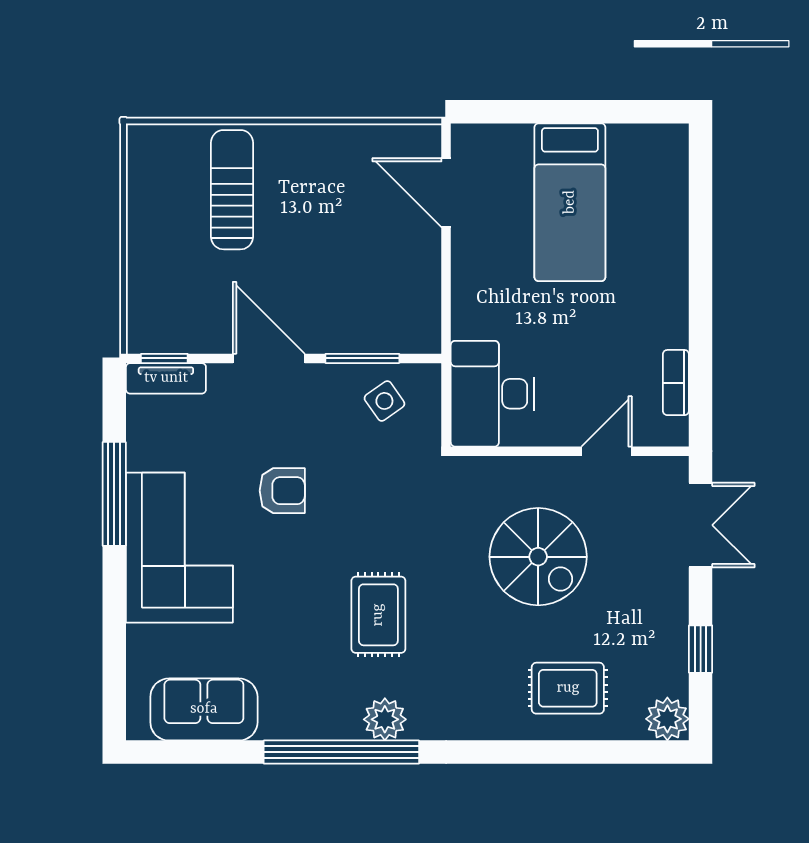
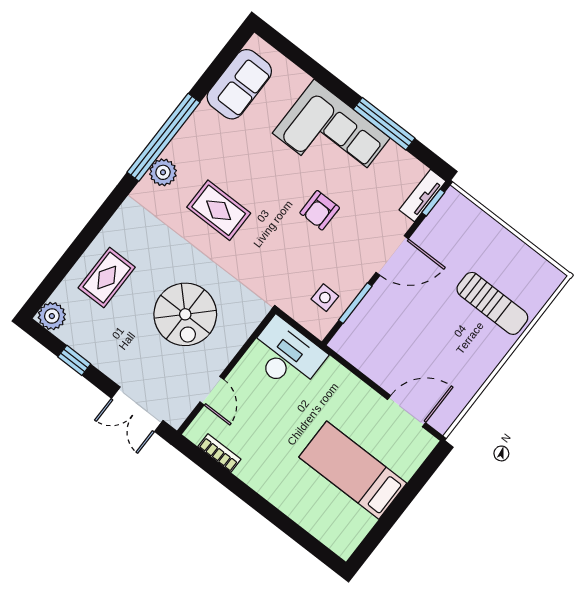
side table: (384, 401) -> (325, 298), turned 36
spiral stairs: (538, 557) -> (185, 314), turned -90

